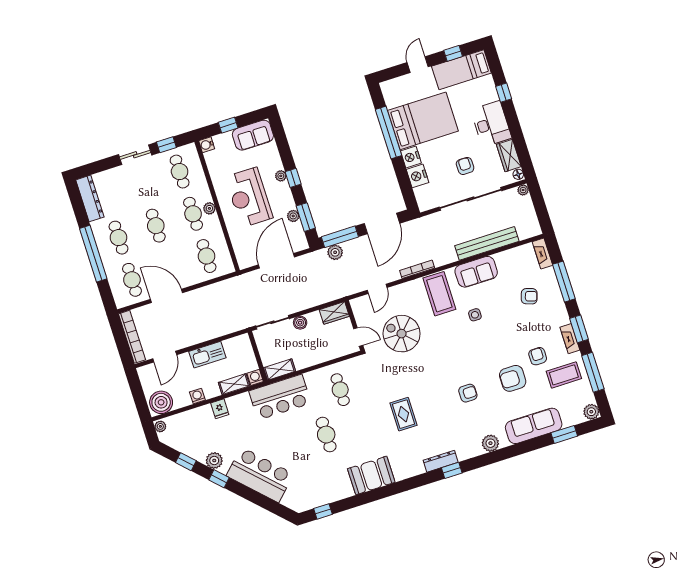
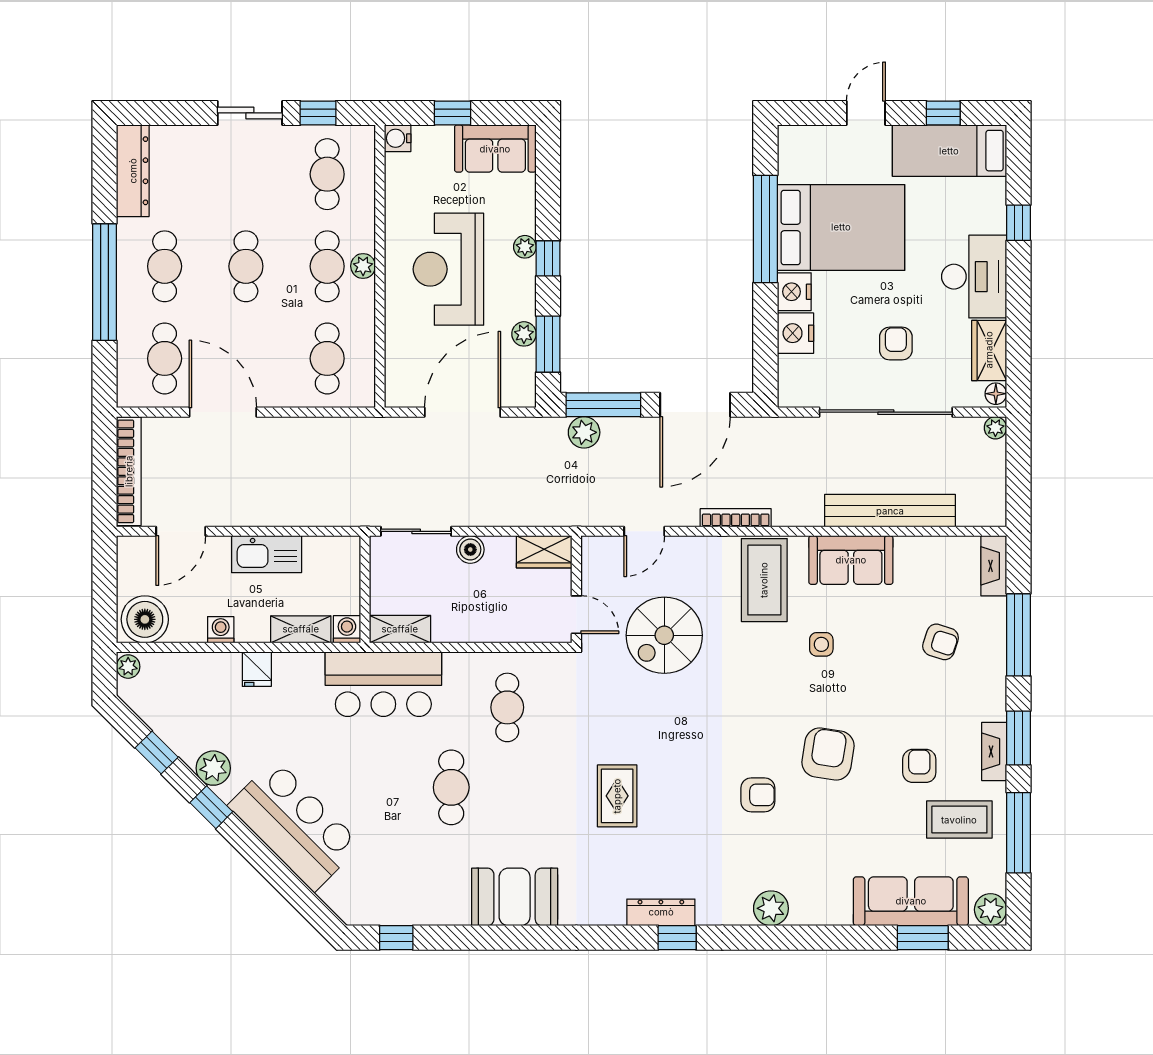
spiral stairs: (402, 334) -> (664, 635), turned -90
armchair: (513, 378) -> (828, 754), moved, turned 99
sofa: (534, 426) -> (911, 901), moved

